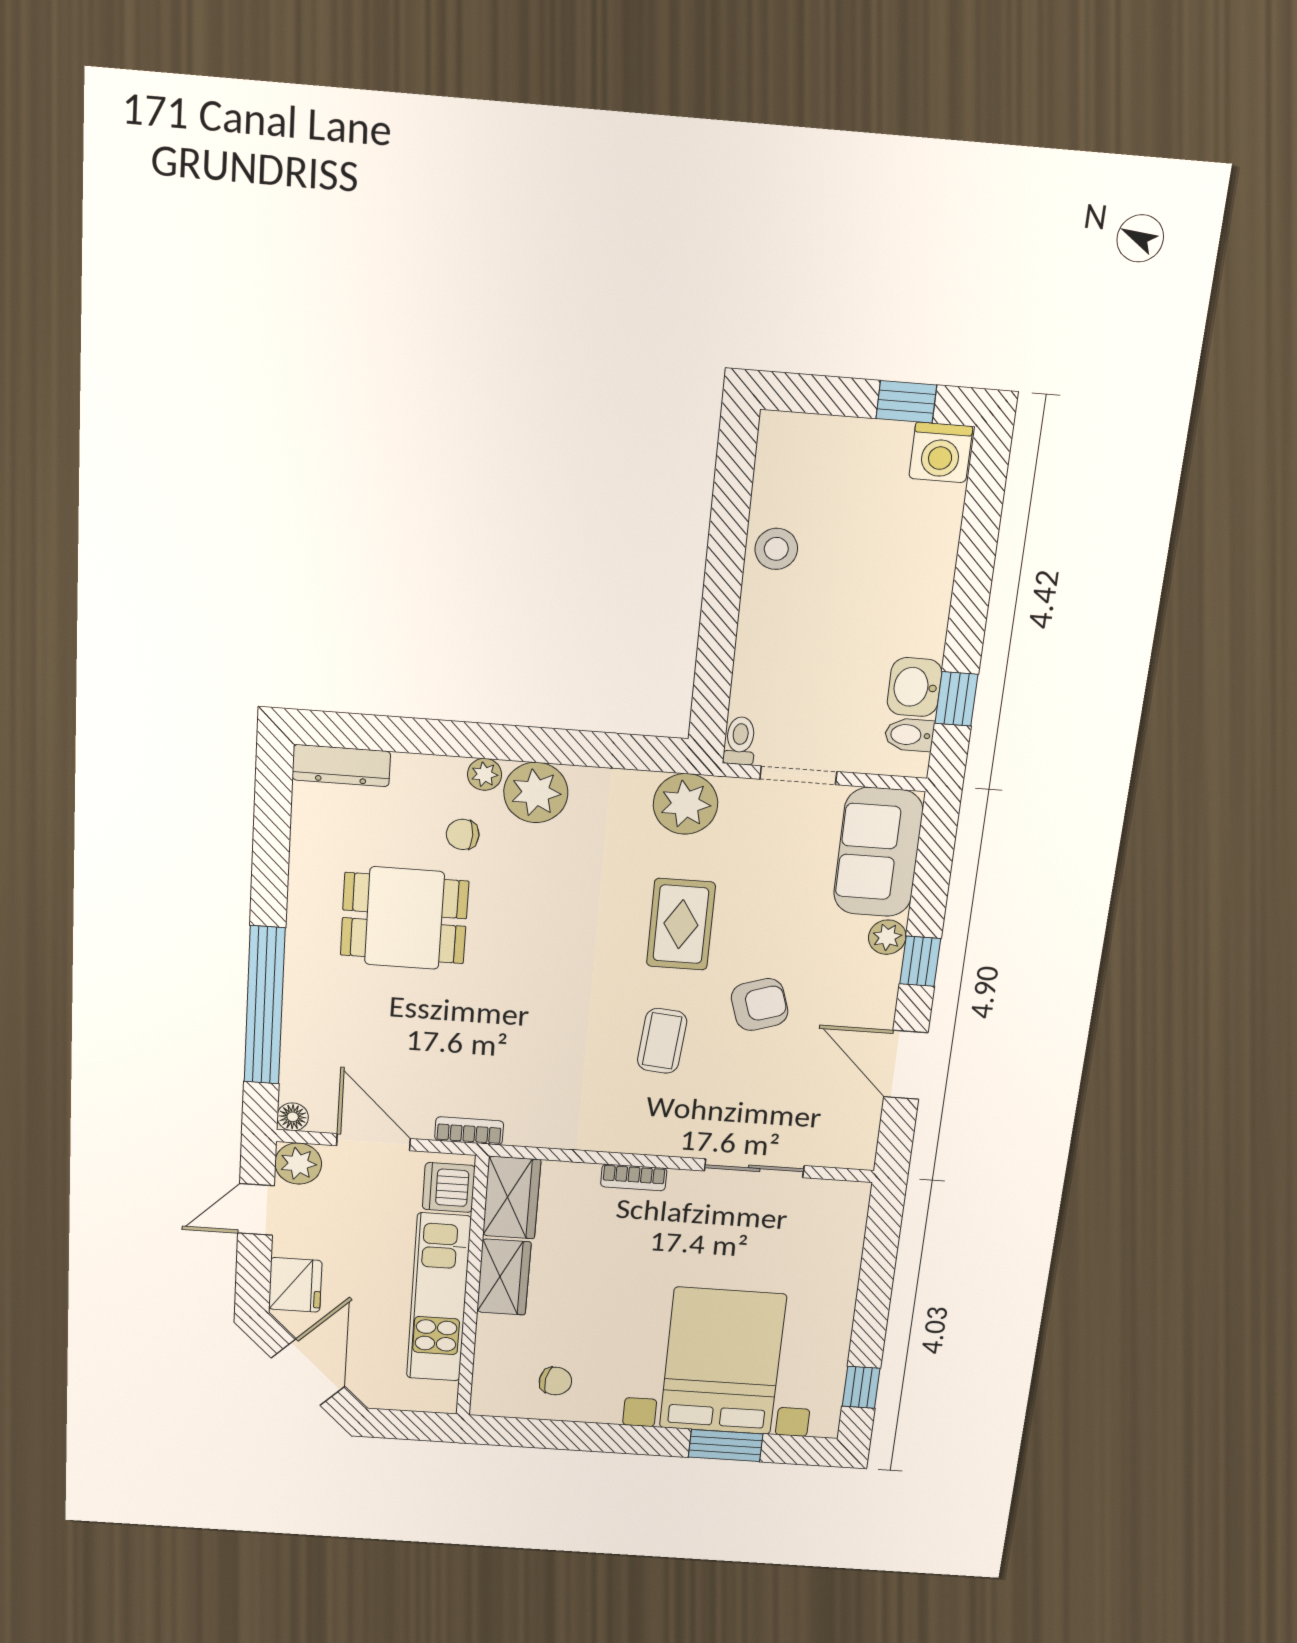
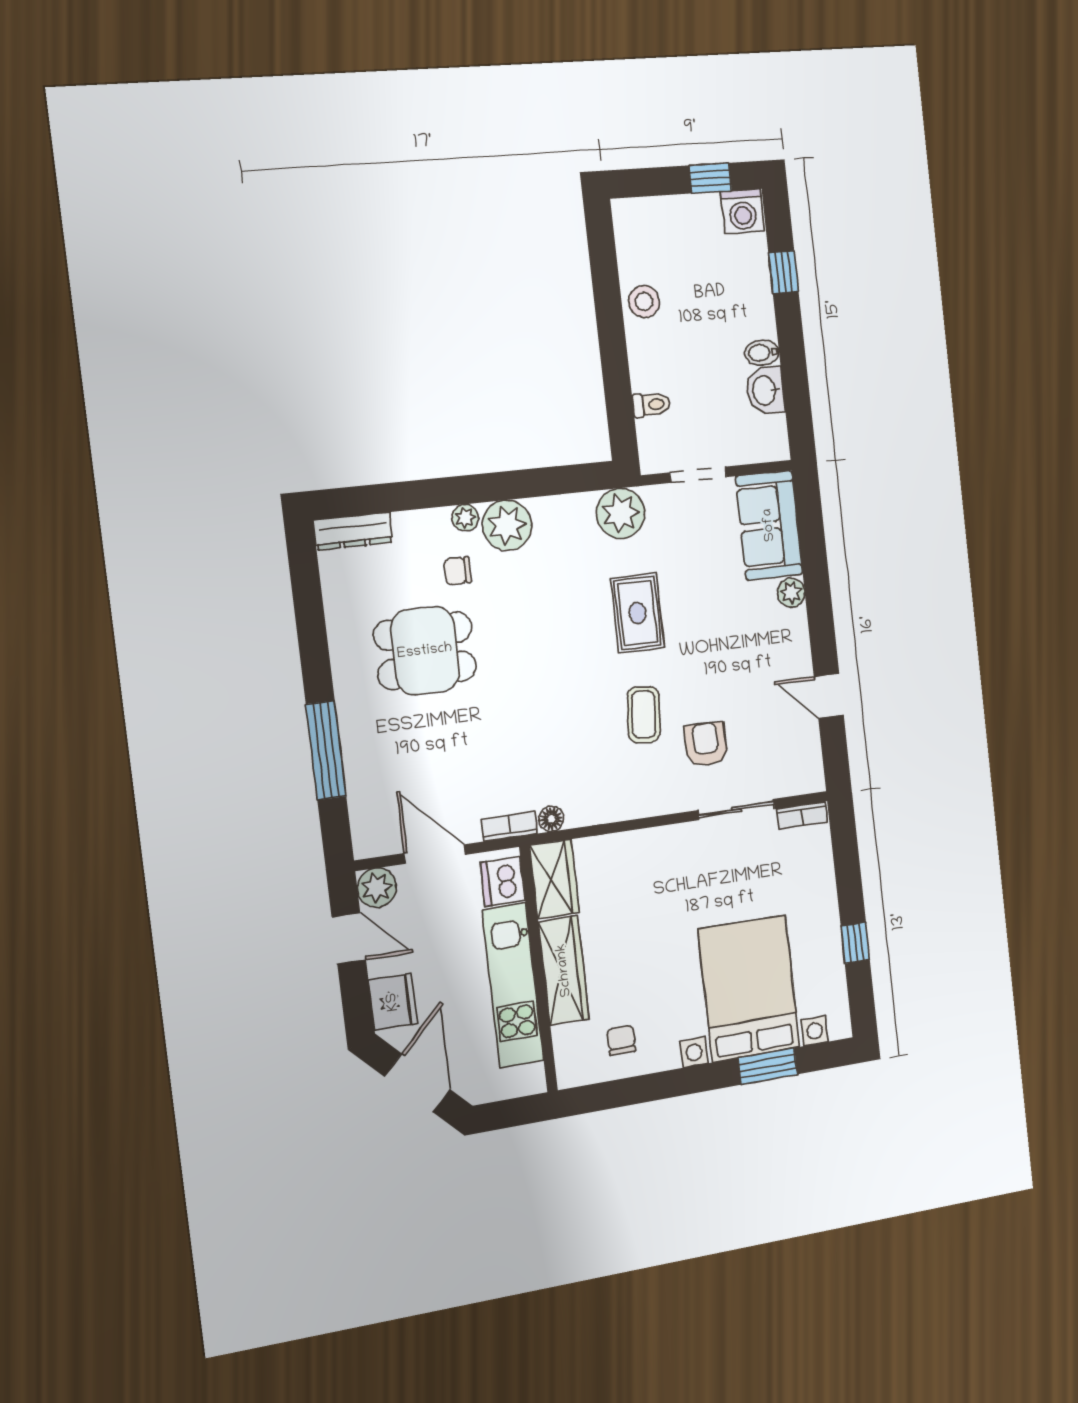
window: (956, 699) -> (783, 272), moved
bidet: (909, 735) -> (762, 353), moved
toilet: (740, 741) -> (651, 405), moved, turned 90
window: (920, 961) -> (819, 608), removed
armchair: (760, 1004) -> (706, 744), moved, turned -72
window: (264, 1005) -> (326, 750), width x0.68
door: (906, 1065) -> (829, 696), width x0.73
floor lamp: (293, 1117) -> (551, 819), moved
bookcase: (634, 1177) -> (802, 815), moved
door: (256, 1209) -> (349, 938), swing flipped
wardrobe: (504, 1277) -> (564, 970), width x1.50
chair: (555, 1381) -> (621, 1040), turned -99
window: (861, 1387) -> (855, 943), moved

